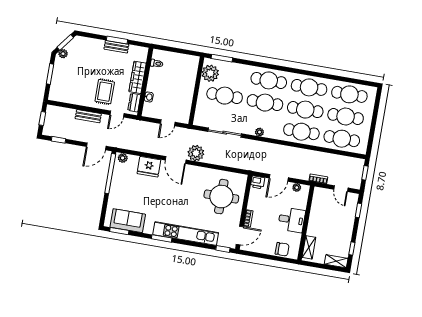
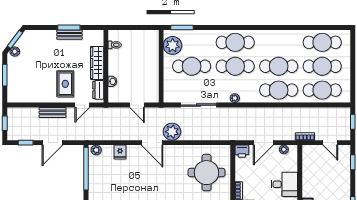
cafe table: (309, 87) -> (279, 42), removed
door: (168, 123) -> (137, 105), hinge flipped
door: (96, 146) -> (52, 143), moved
fridge: (149, 167) -> (120, 152), width x0.53, depth x0.75

